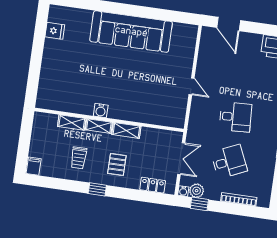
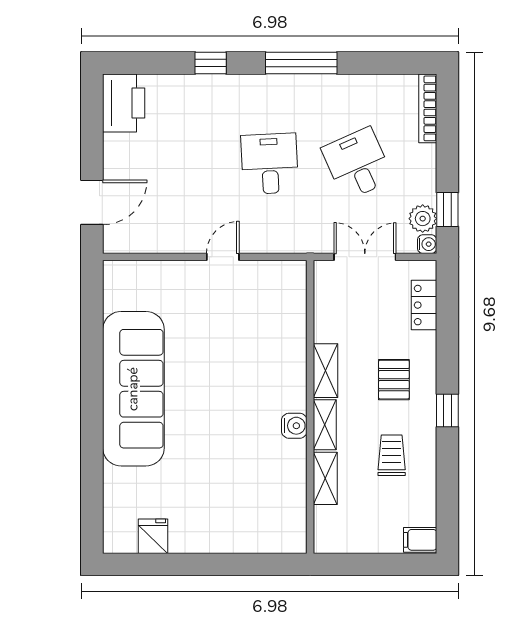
trolley: (79, 158) -> (392, 455), turned -90
pallet: (117, 164) -> (394, 380), turned 90
bookcase: (239, 199) -> (428, 108), moved

